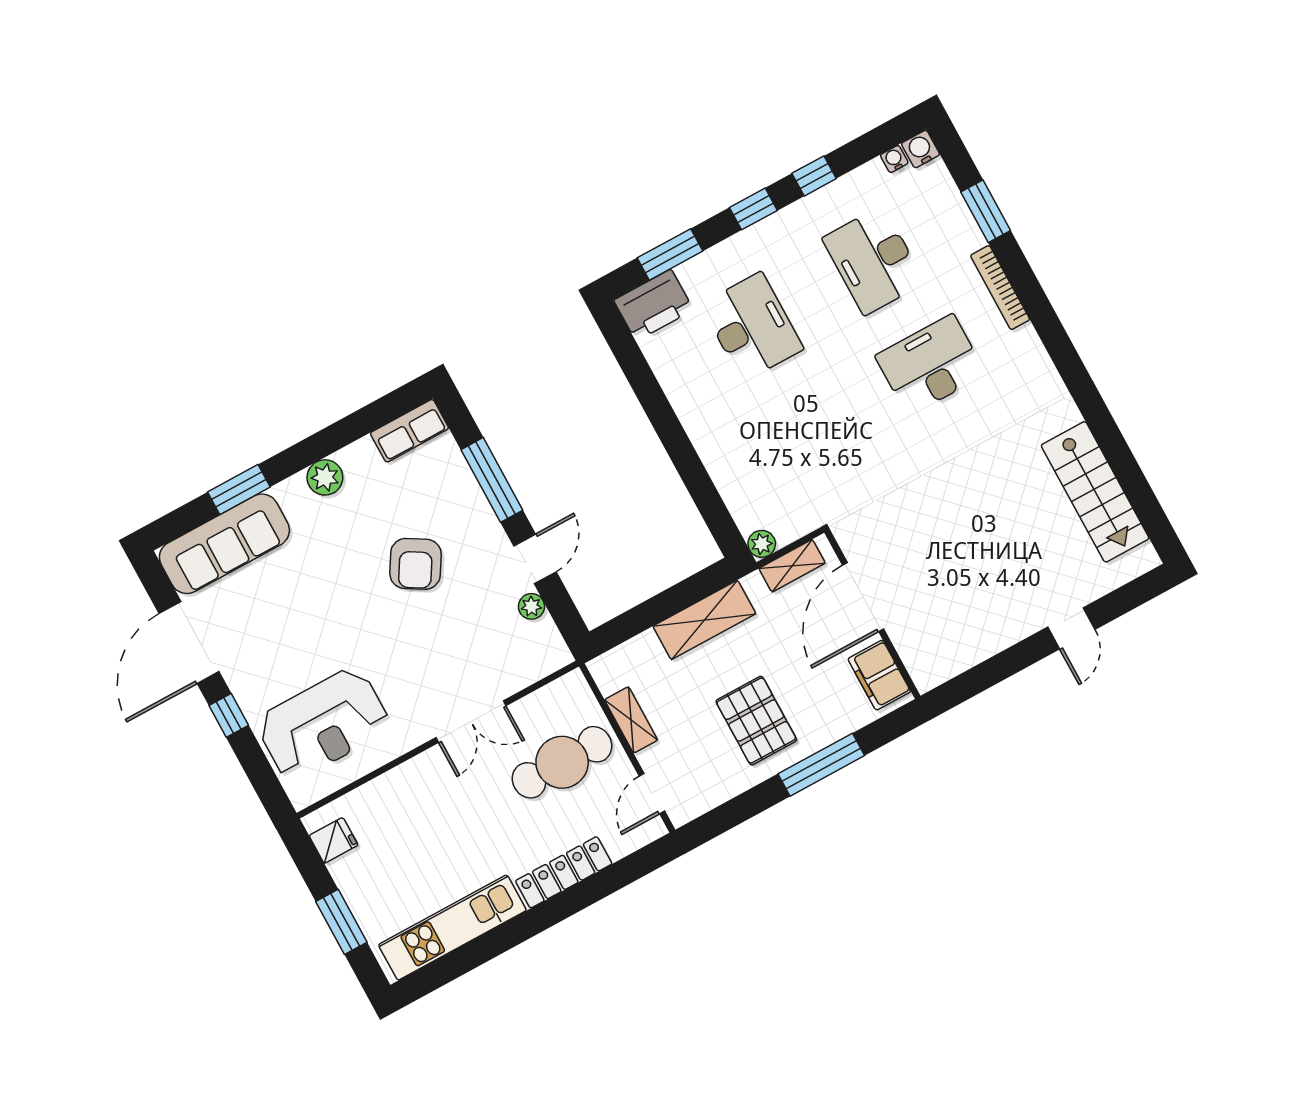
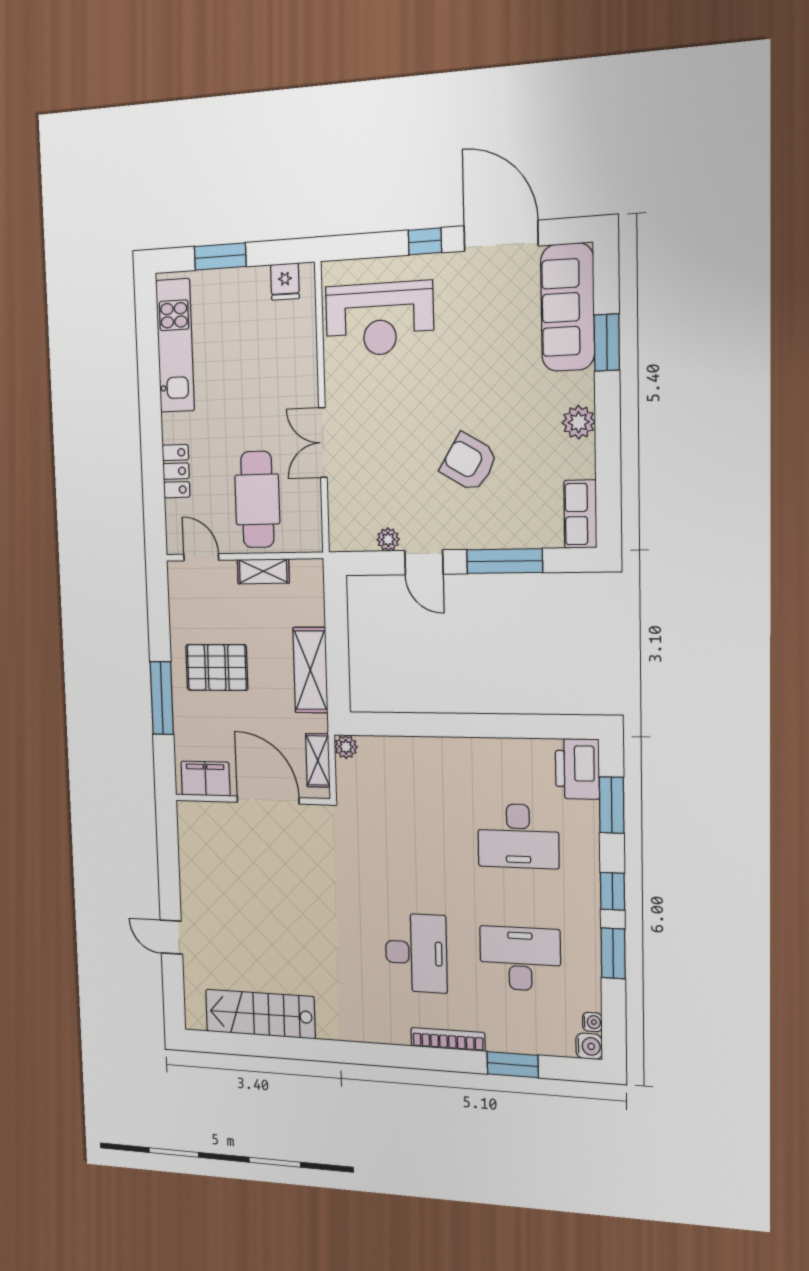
window: (814, 176) -> (613, 953), width x1.50
reception desk: (323, 724) -> (379, 319), turned -90
locker: (564, 872) -> (176, 471), width x0.66

